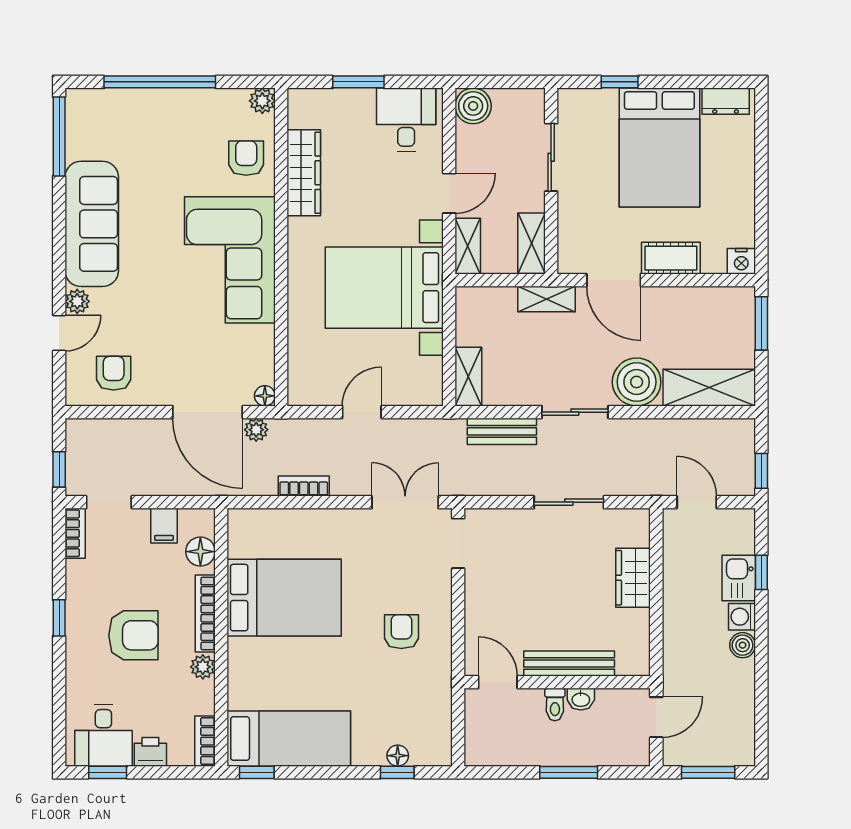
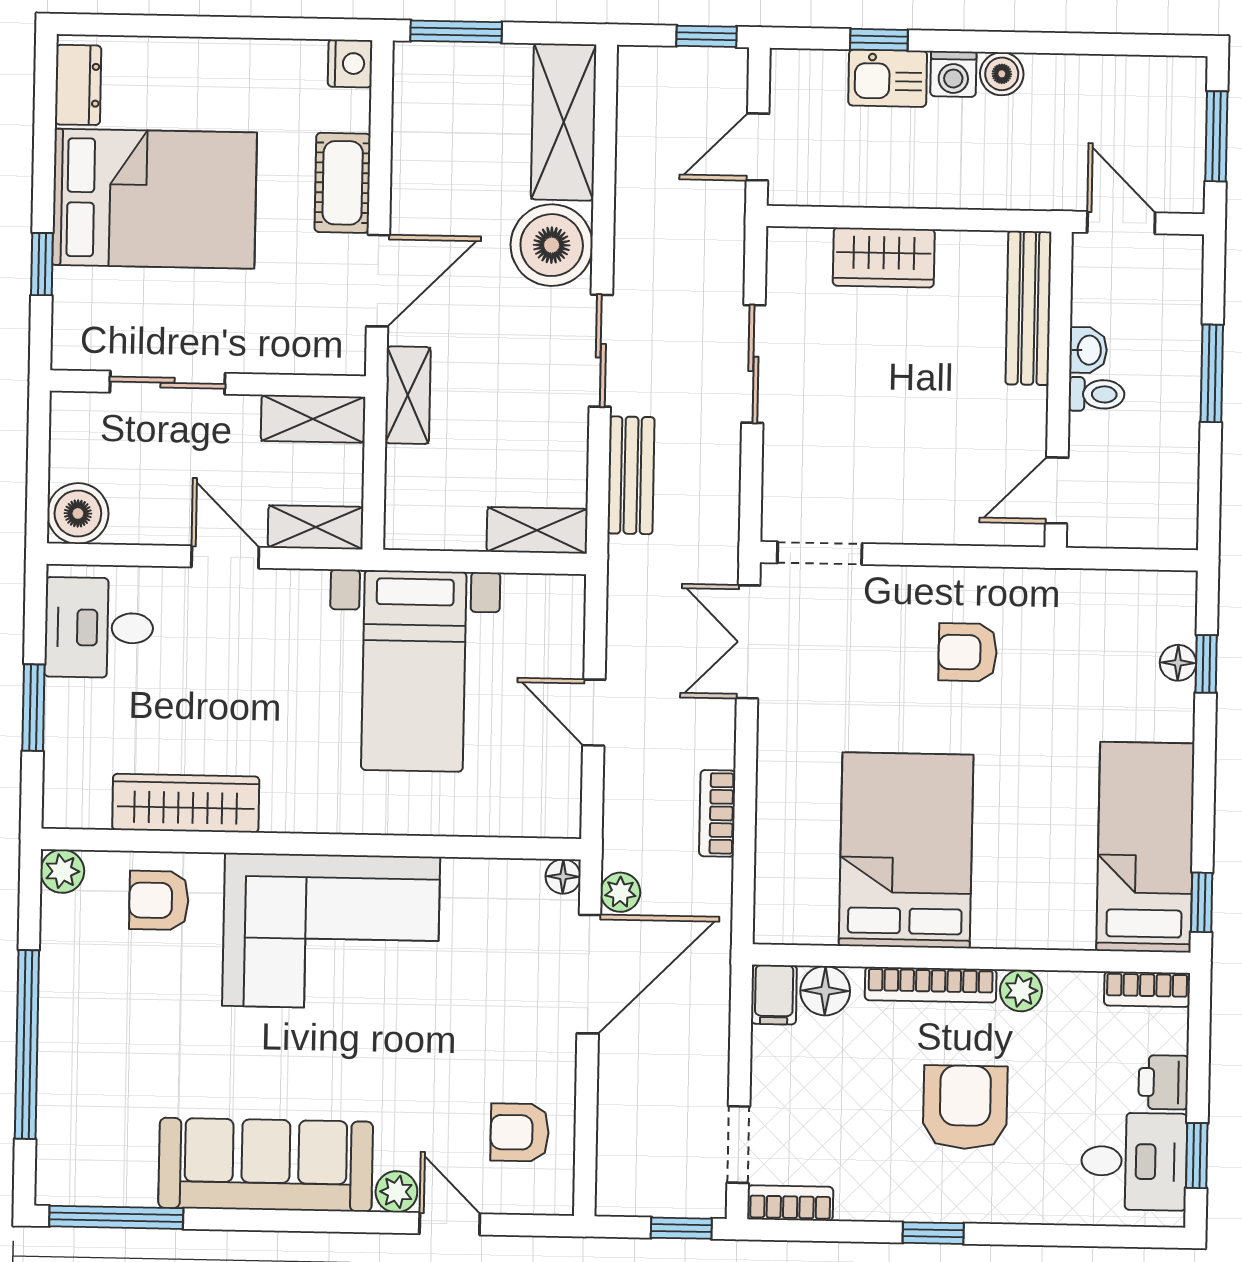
bed with nightstands: (384, 288) -> (414, 671), width x0.73
filing cabinet: (164, 526) -> (774, 995), moved, turned 90
bench: (569, 664) -> (1028, 308), moved

